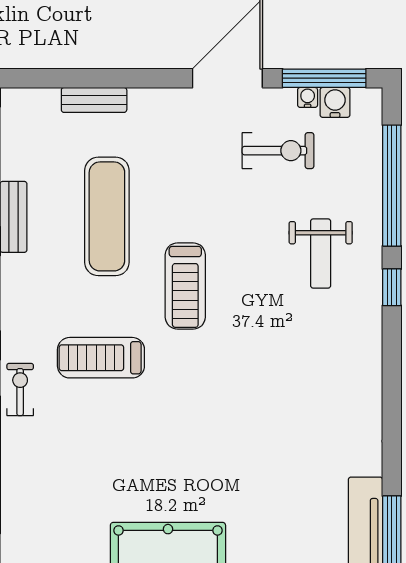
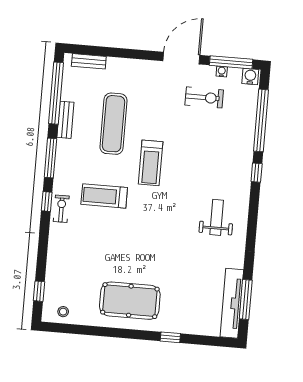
bench: (94, 100) -> (89, 61), moved
water cooler: (335, 102) -> (250, 76), moved
weight bench: (321, 253) -> (217, 217), moved, turned 180

